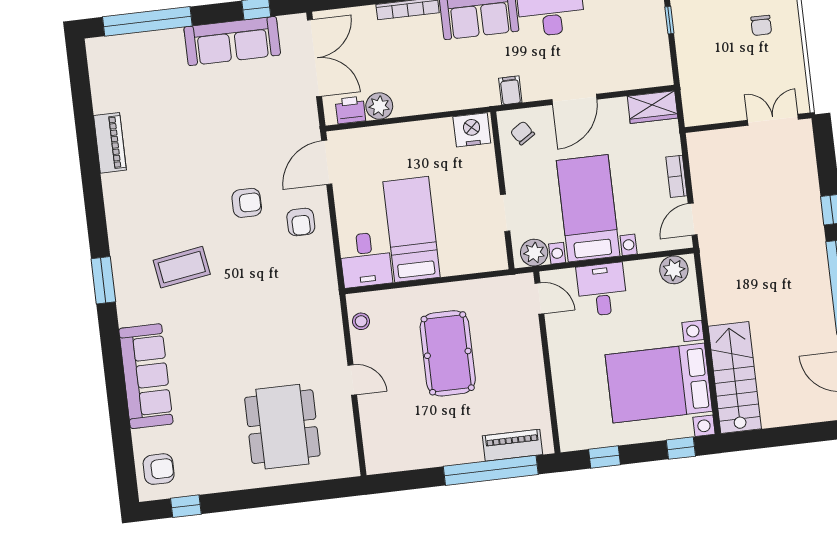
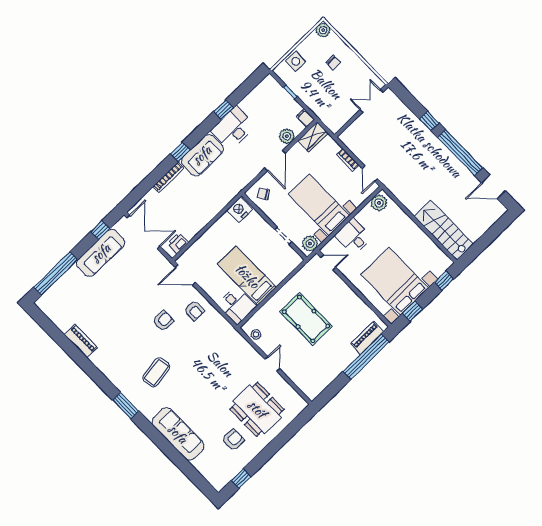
filing cabinet: (510, 90) -> (305, 118), moved
plant: (379, 106) -> (287, 136), moved
door: (327, 162) -> (185, 275), hinge flipped
door: (352, 380) -> (272, 364), hinge flipped
bed with nightstands: (659, 383) -> (395, 281), moved, turned 90
armchair: (159, 469) -> (233, 440), moved

